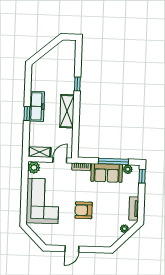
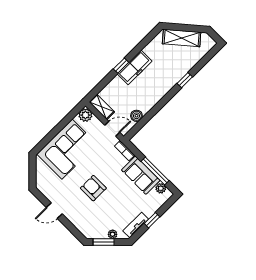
shelving: (67, 111) -> (182, 38), moved, turned 50
boiler: (68, 137) -> (136, 116), added
window: (142, 176) -> (152, 220), moved
window: (123, 239) -> (104, 242), added

